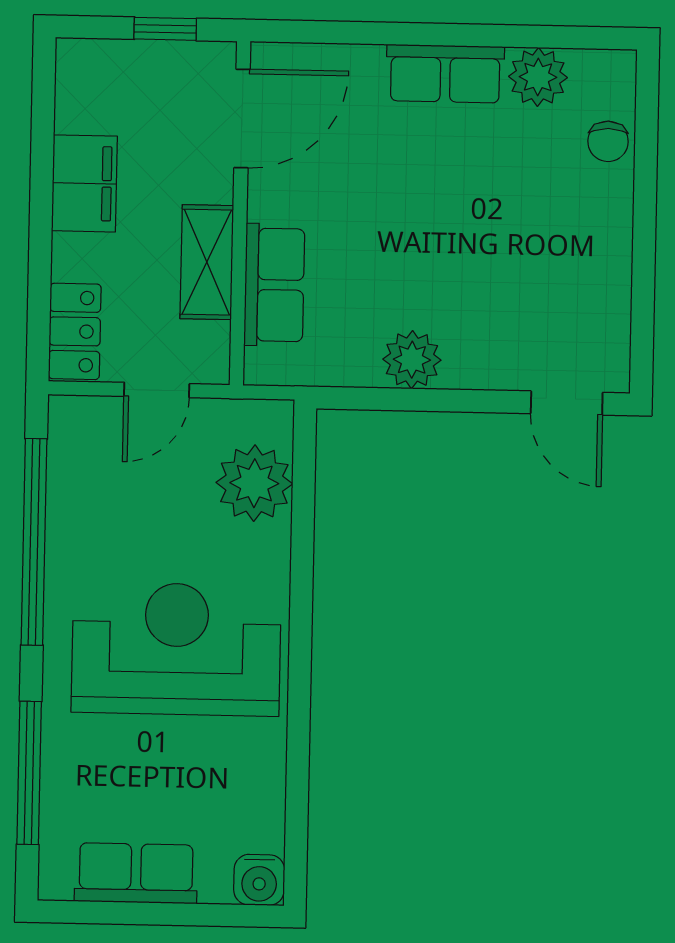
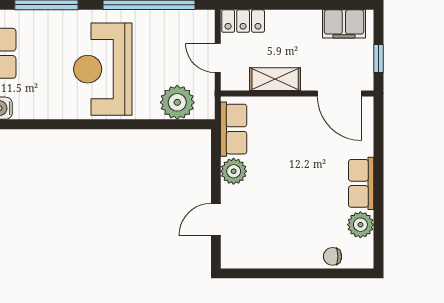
filing cabinet: (84, 183) -> (344, 24), moved
row of seats: (274, 285) -> (234, 129), moved, turned -90
door: (567, 403) -> (216, 219), moved
reception desk: (176, 649) -> (103, 69), turned 180

